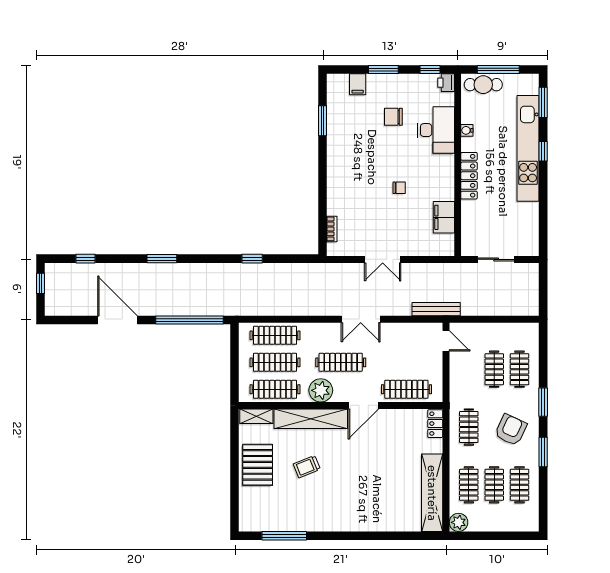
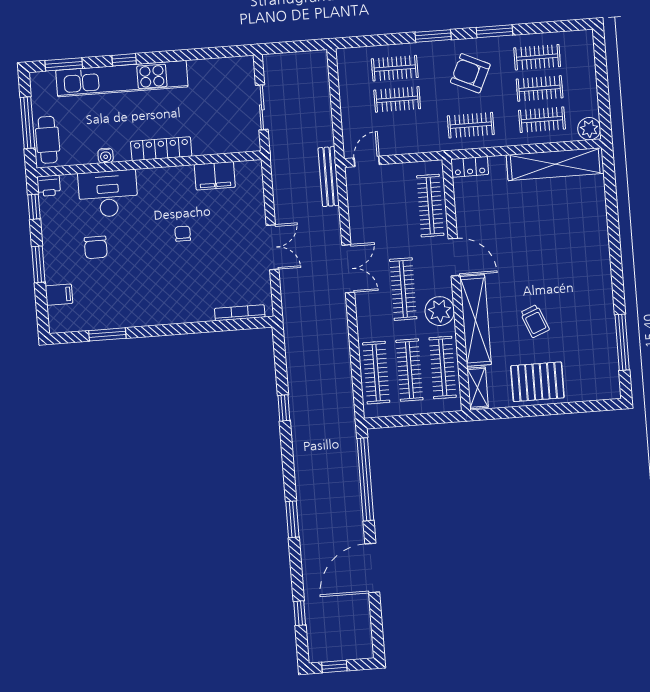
bookcase: (332, 229) -> (240, 313), width x1.56

